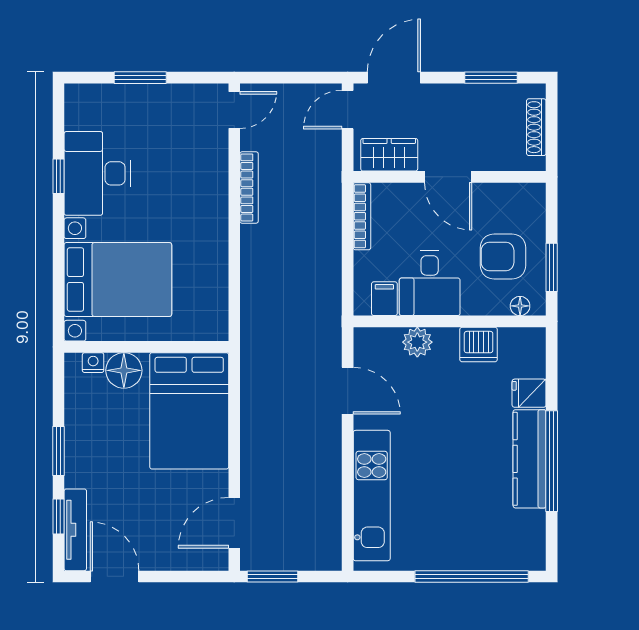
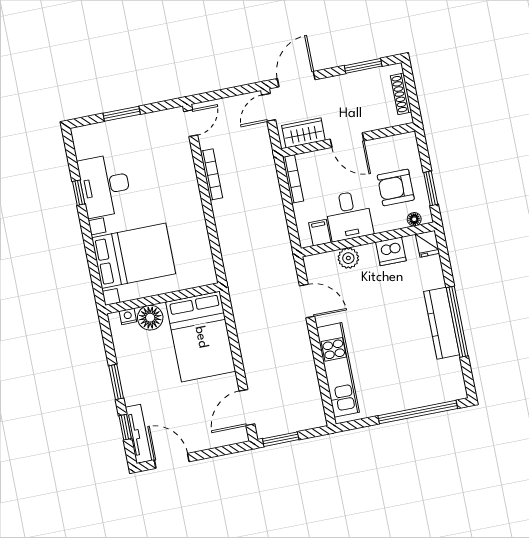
fridge: (529, 393) -> (427, 244), moved, turned -90

